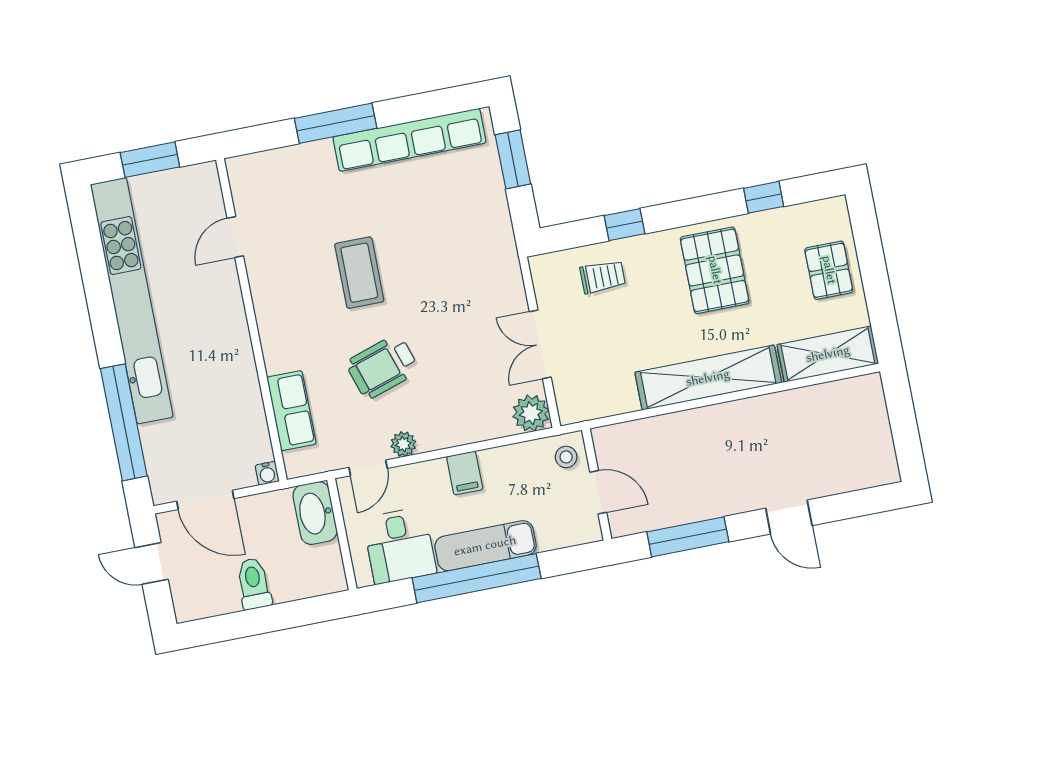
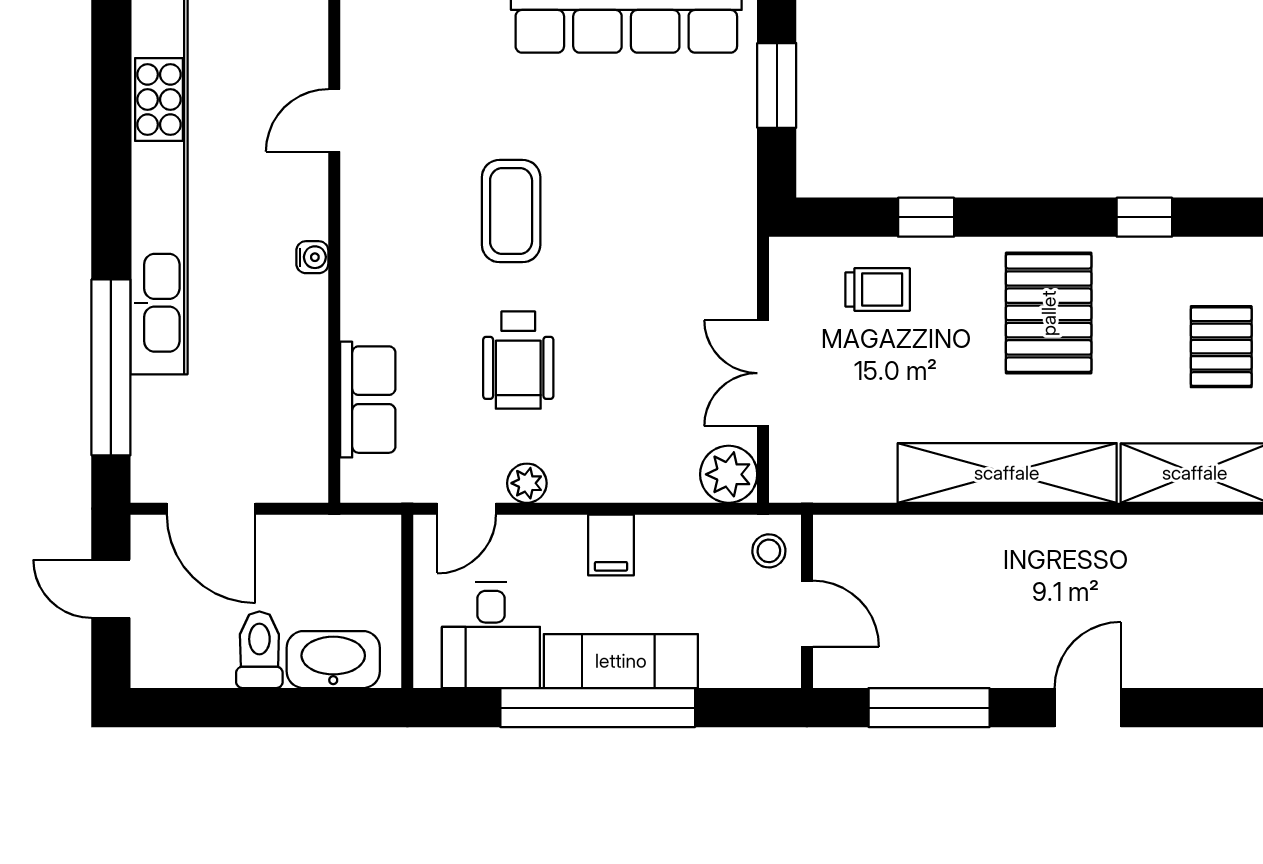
wheelchair: (382, 367) -> (518, 360), turned -72
water cooler: (267, 473) -> (312, 257), moved, turned -90
washbasin: (315, 513) -> (333, 660), moved, turned 90
door: (789, 517) -> (1088, 708), swing flipped

